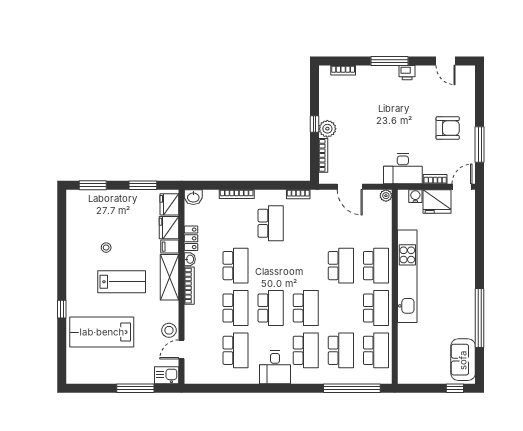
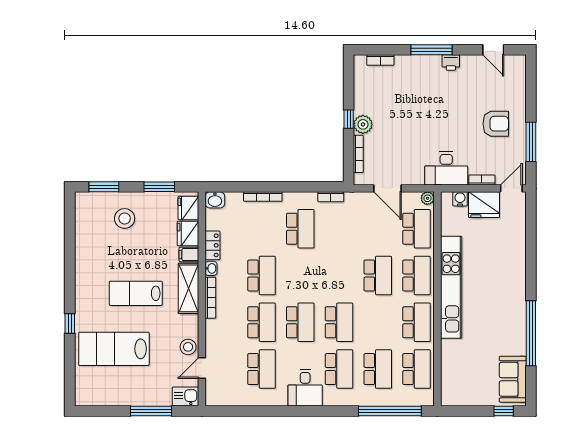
school desk: (376, 223) -> (417, 229), added
stool: (106, 248) -> (125, 218), moved, width x1.89, depth x1.89
lab bench: (122, 282) -> (136, 293), turned 180

